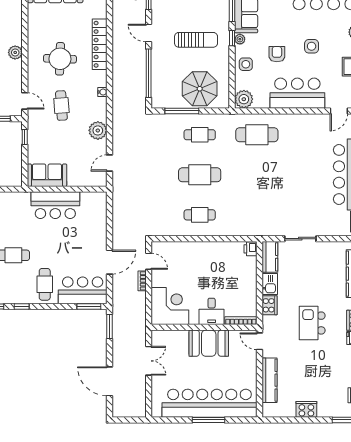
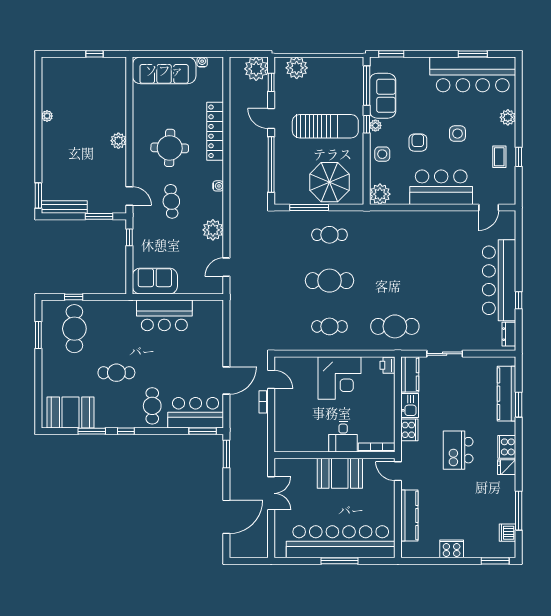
sun lounger: (196, 40) -> (325, 126), width x1.36, depth x1.34
cafe table: (257, 135) -> (395, 326), moved
corner desk: (170, 306) -> (339, 378), moved, turned 90
door: (109, 381) -> (226, 517), swing flipped

